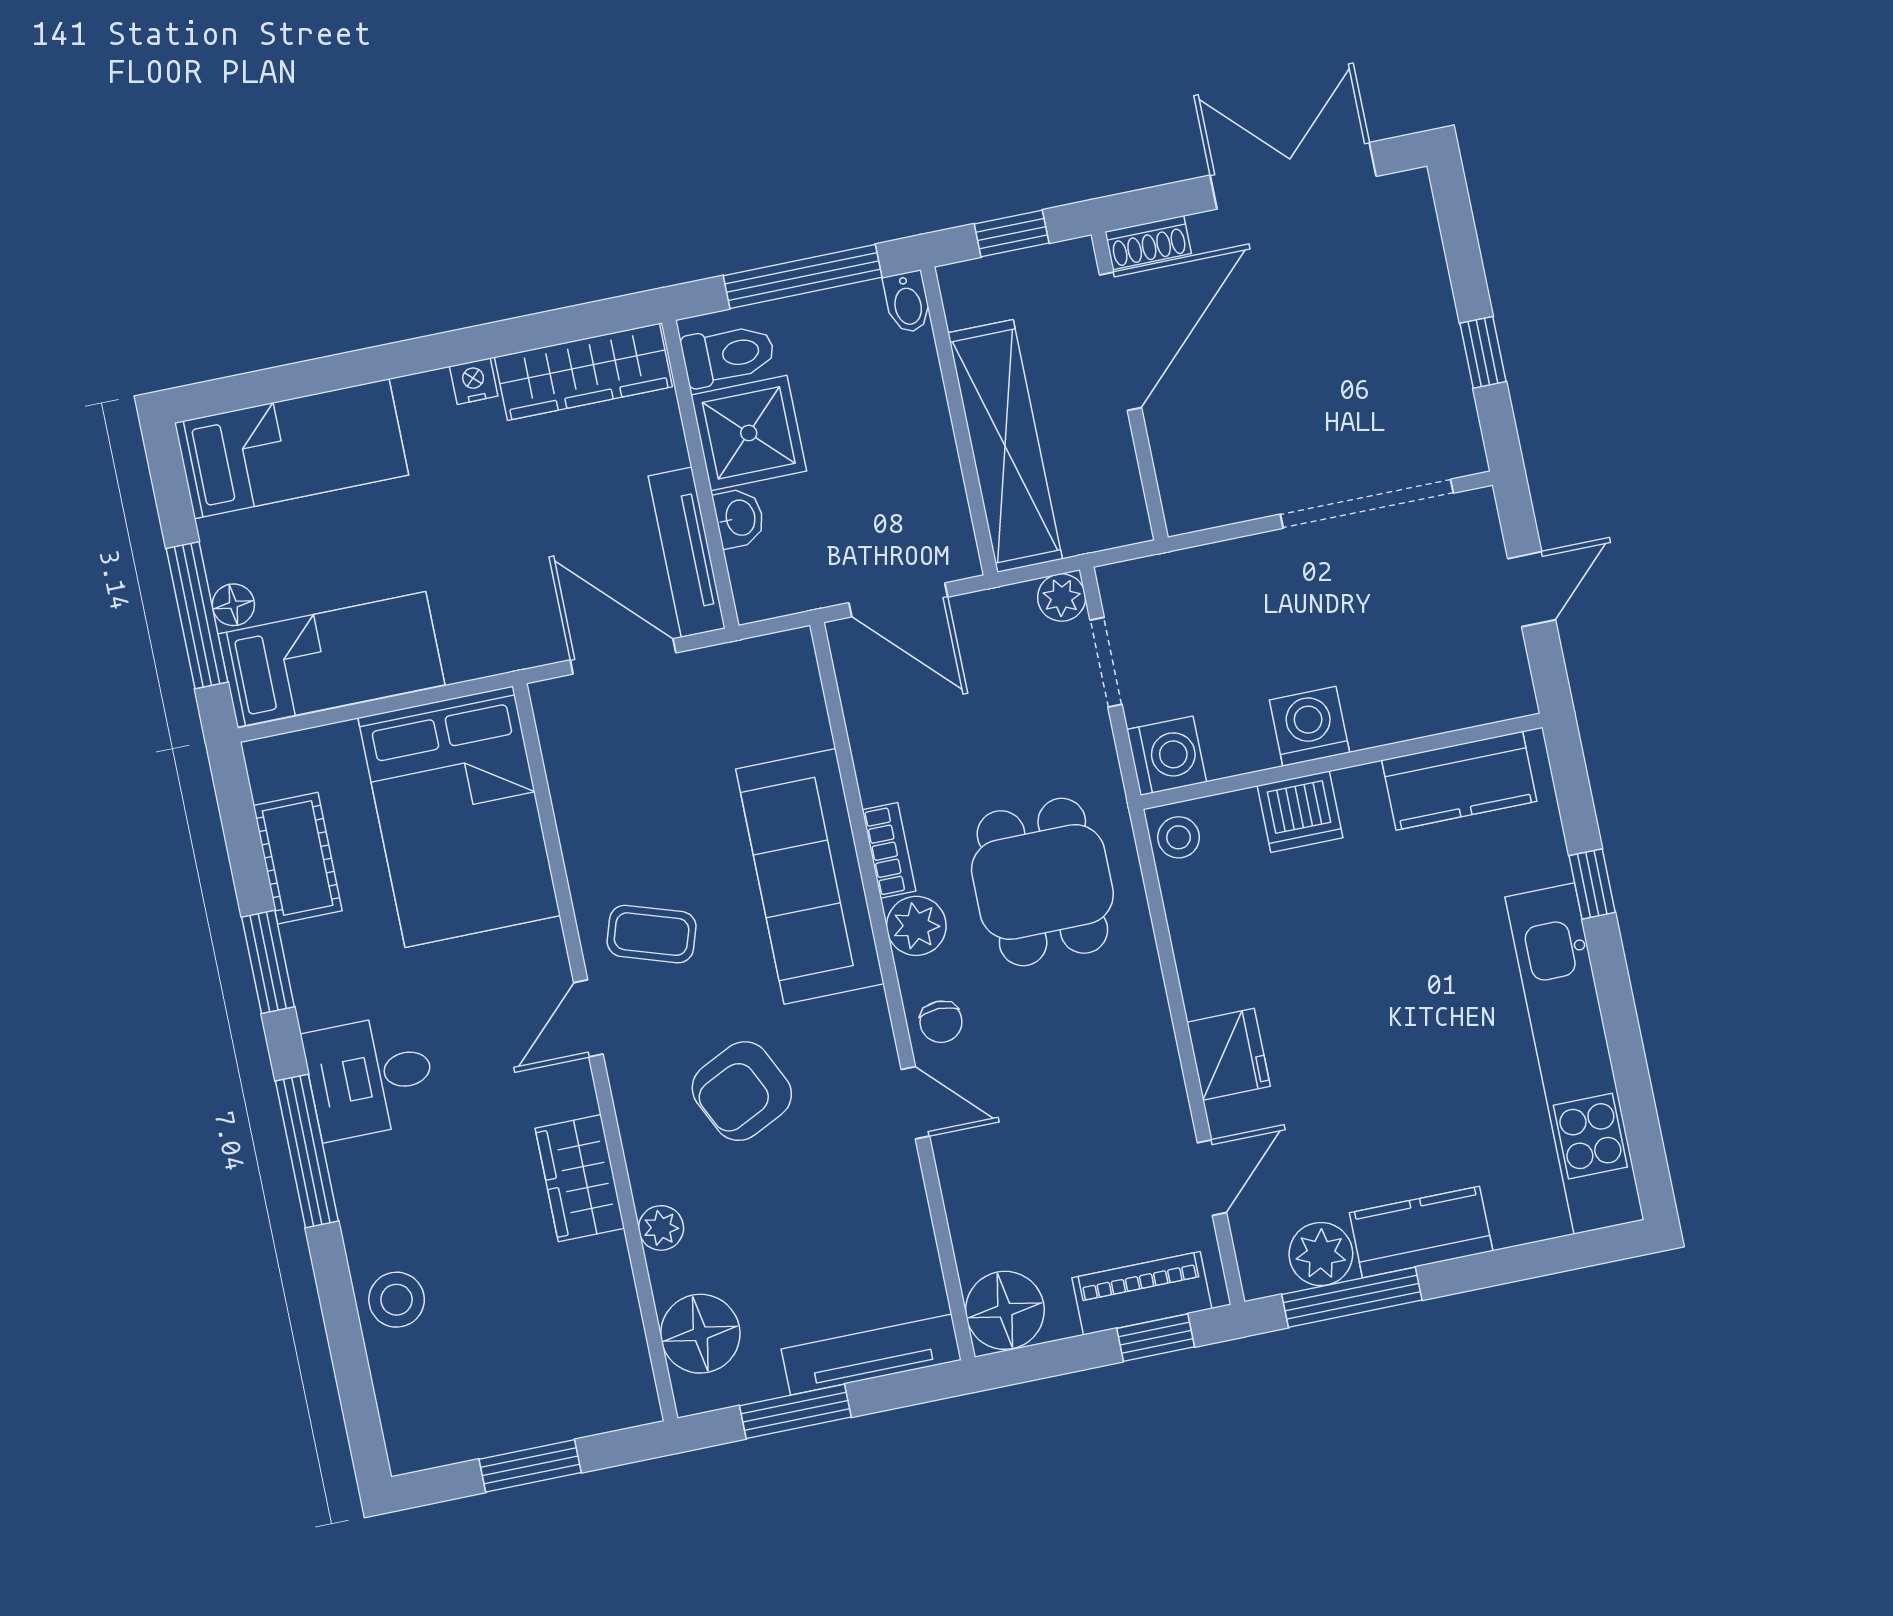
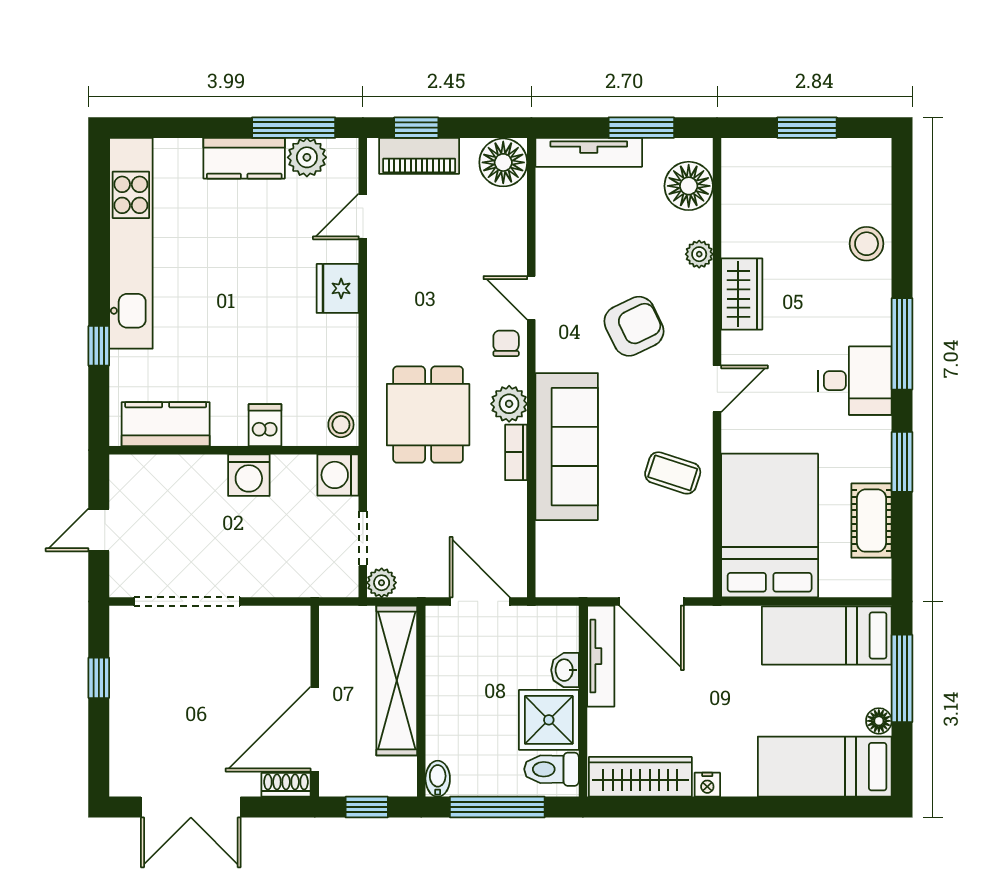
floor lamp: (233, 605) -> (879, 721), moved
dishwasher: (1300, 812) -> (265, 425), width x0.73
coffee table: (652, 934) -> (673, 473), moved

